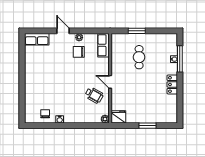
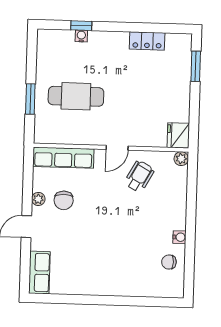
row of seats: (103, 45) -> (63, 158), width x1.48
cafe table: (139, 57) -> (76, 96), width x1.37, depth x1.35
window: (180, 59) -> (81, 26), width x0.46
locker: (172, 84) -> (147, 41), moved
window: (148, 126) -> (196, 66), moved

